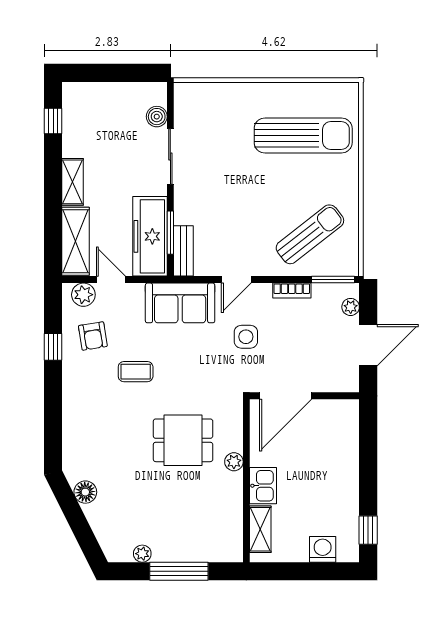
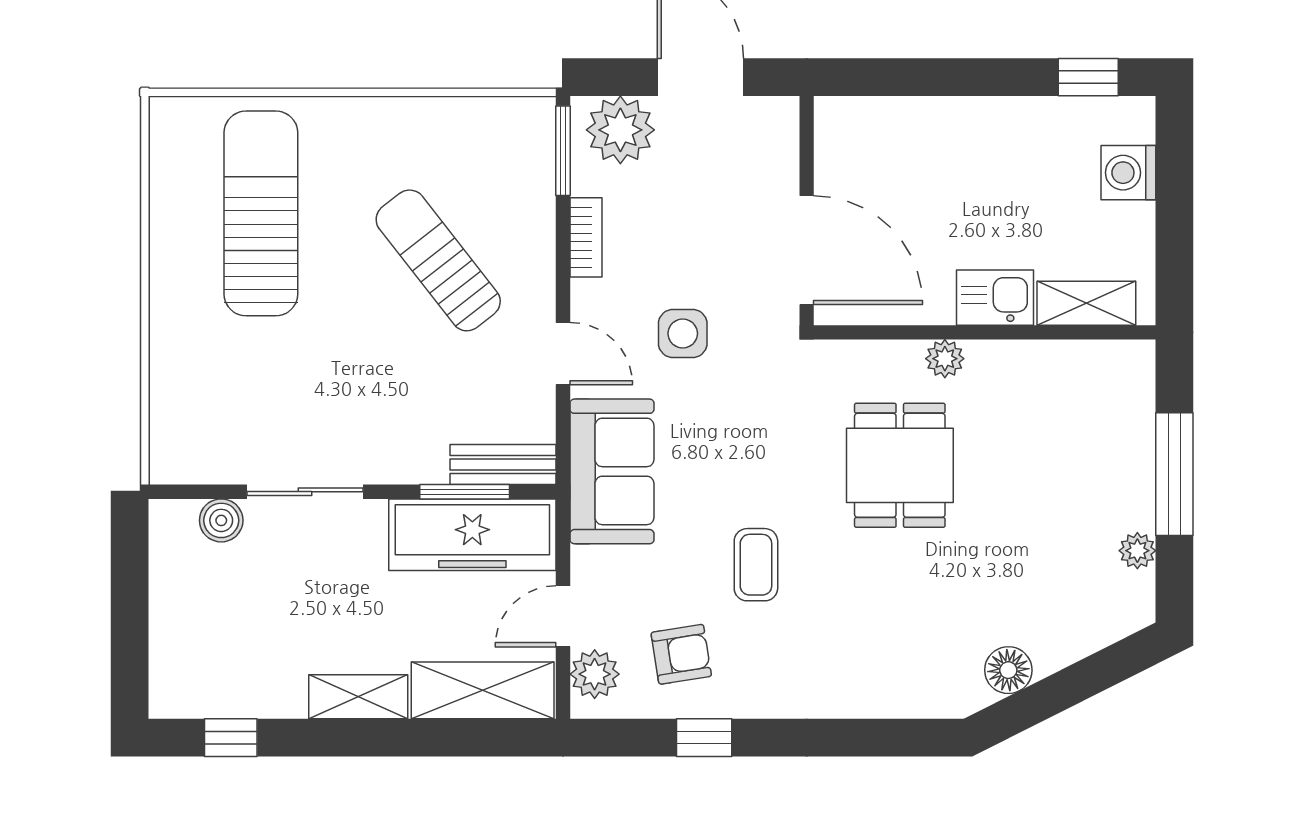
sun lounger: (310, 234) -> (438, 260), moved
plant: (351, 307) -> (620, 130), width x1.87, depth x1.87

